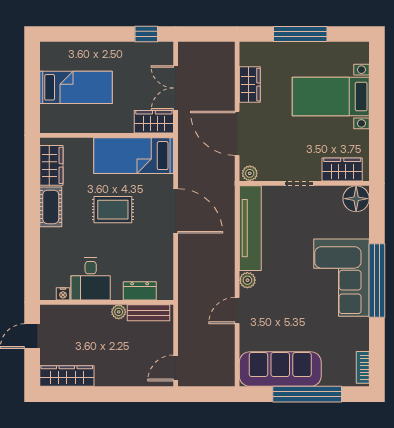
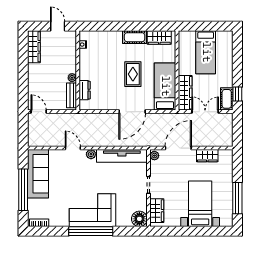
window: (300, 34) -> (237, 198), moved
cot: (154, 52) -> (227, 99), added
wardrobe: (154, 122) -> (185, 93), width x1.50
desk: (91, 279) -> (92, 61), removed

